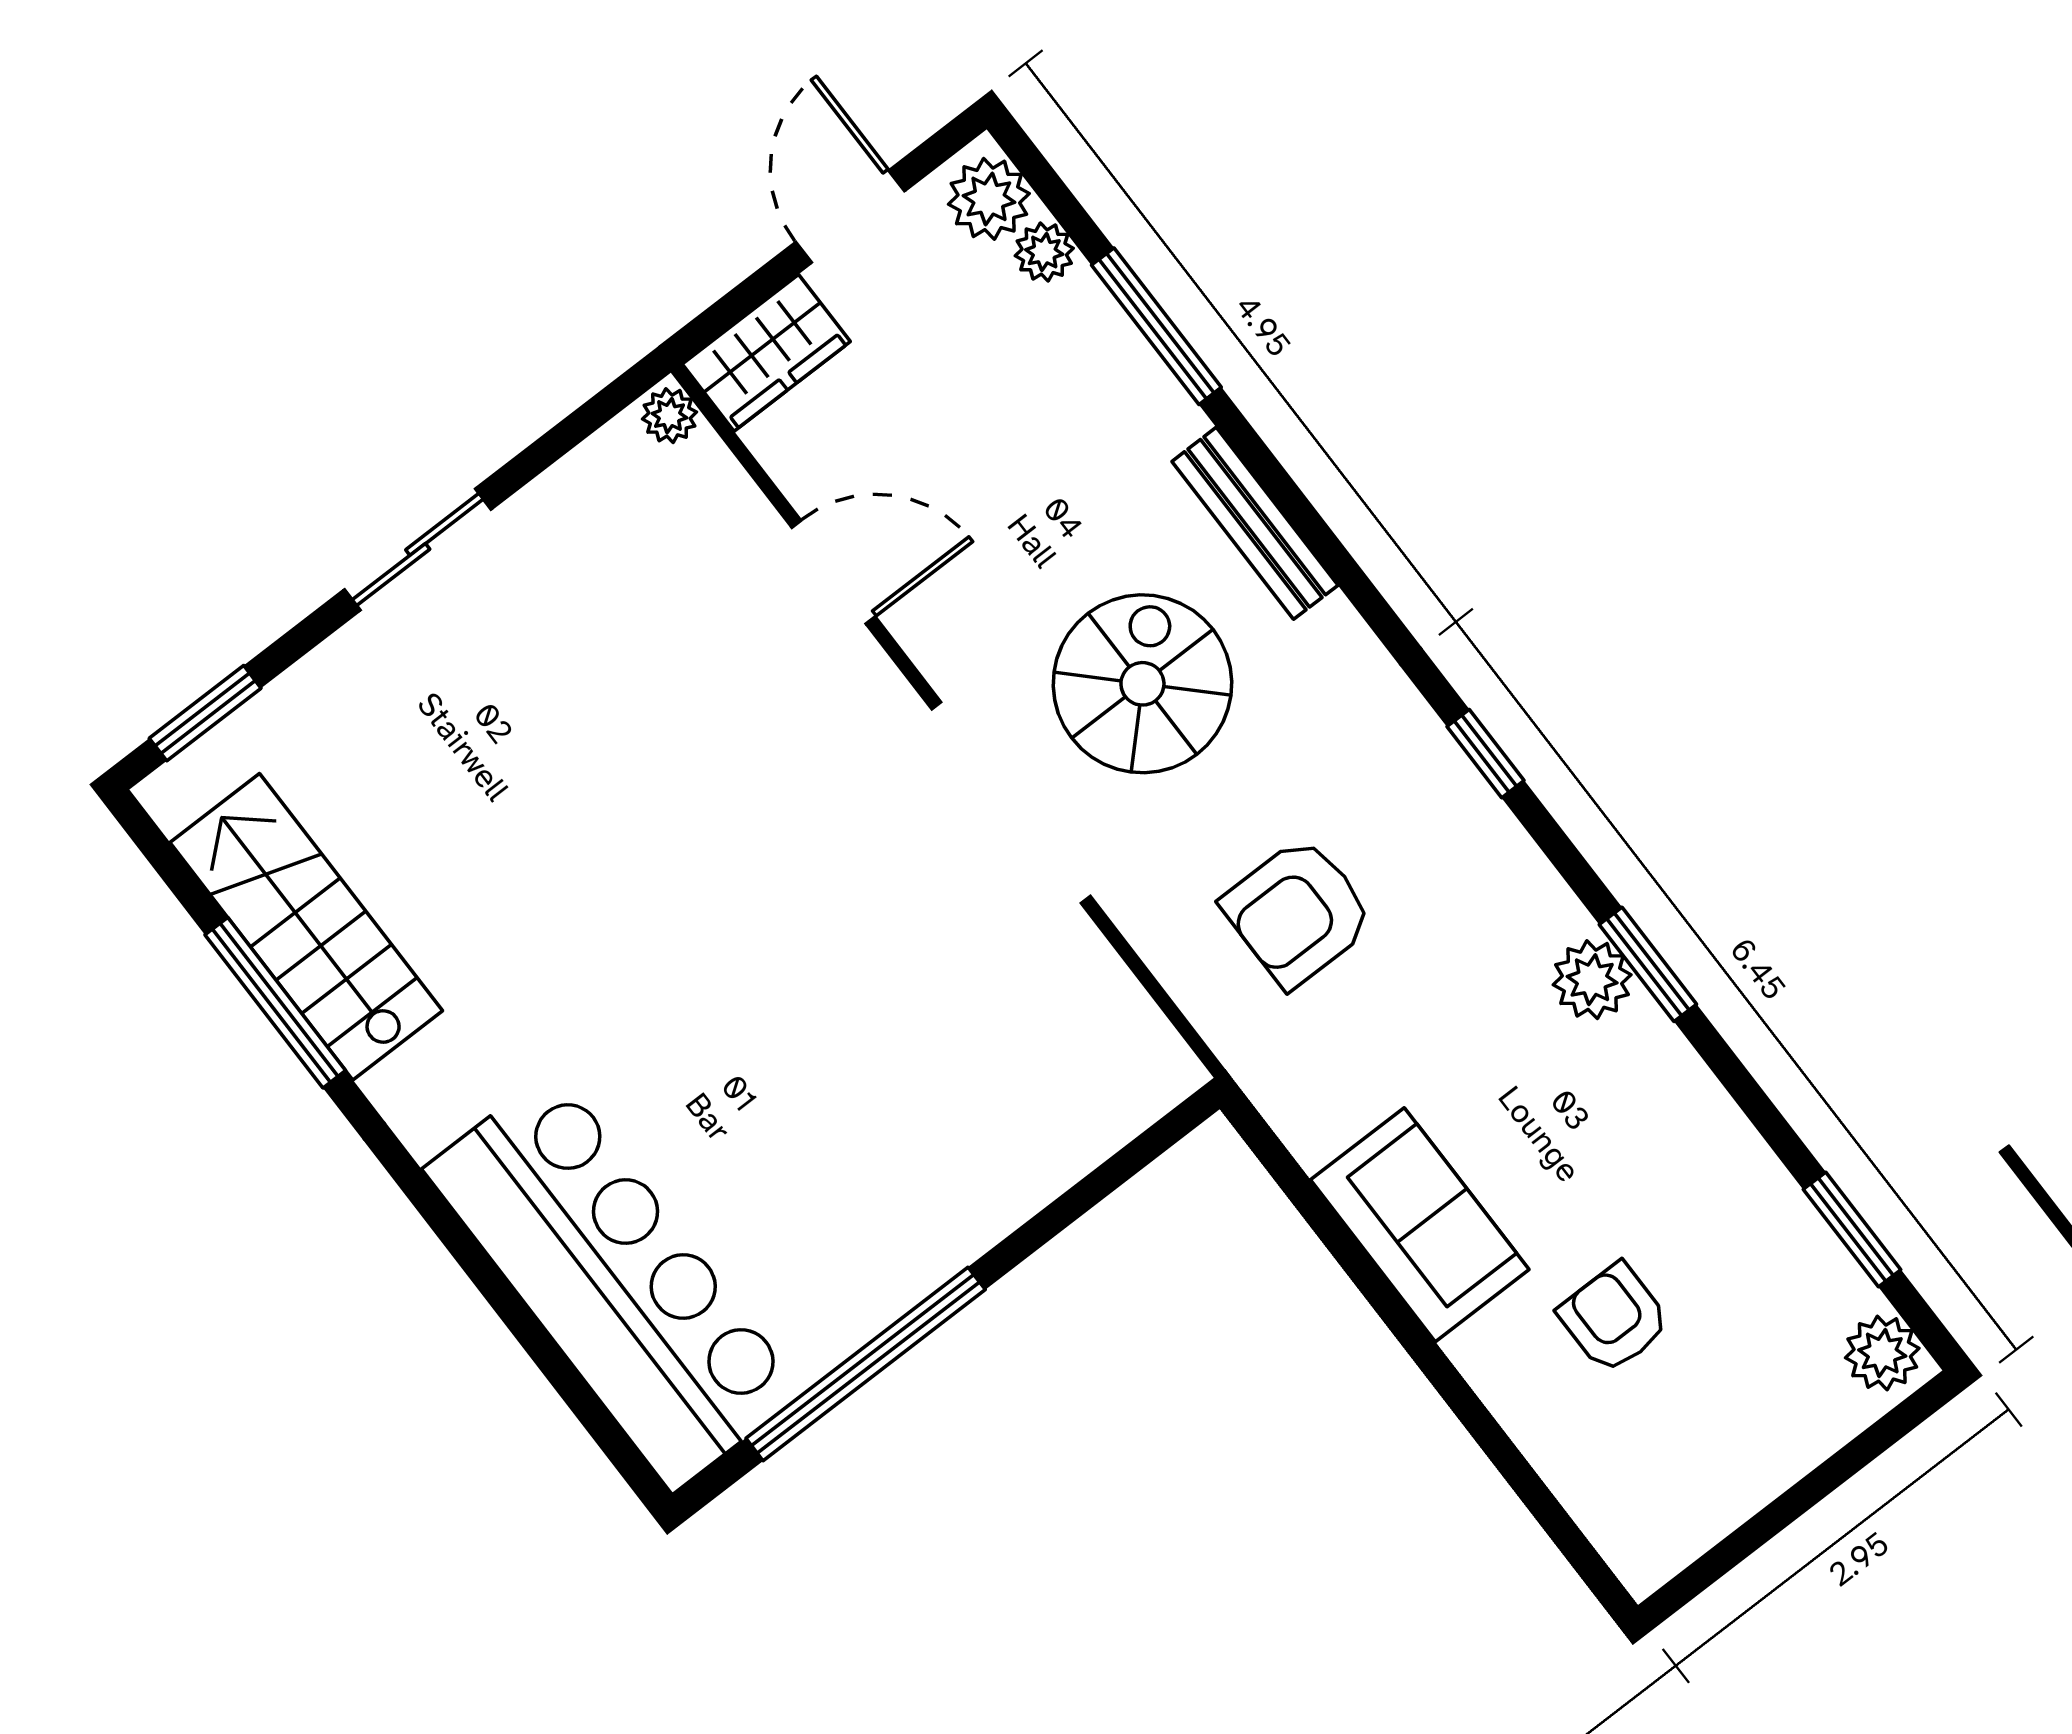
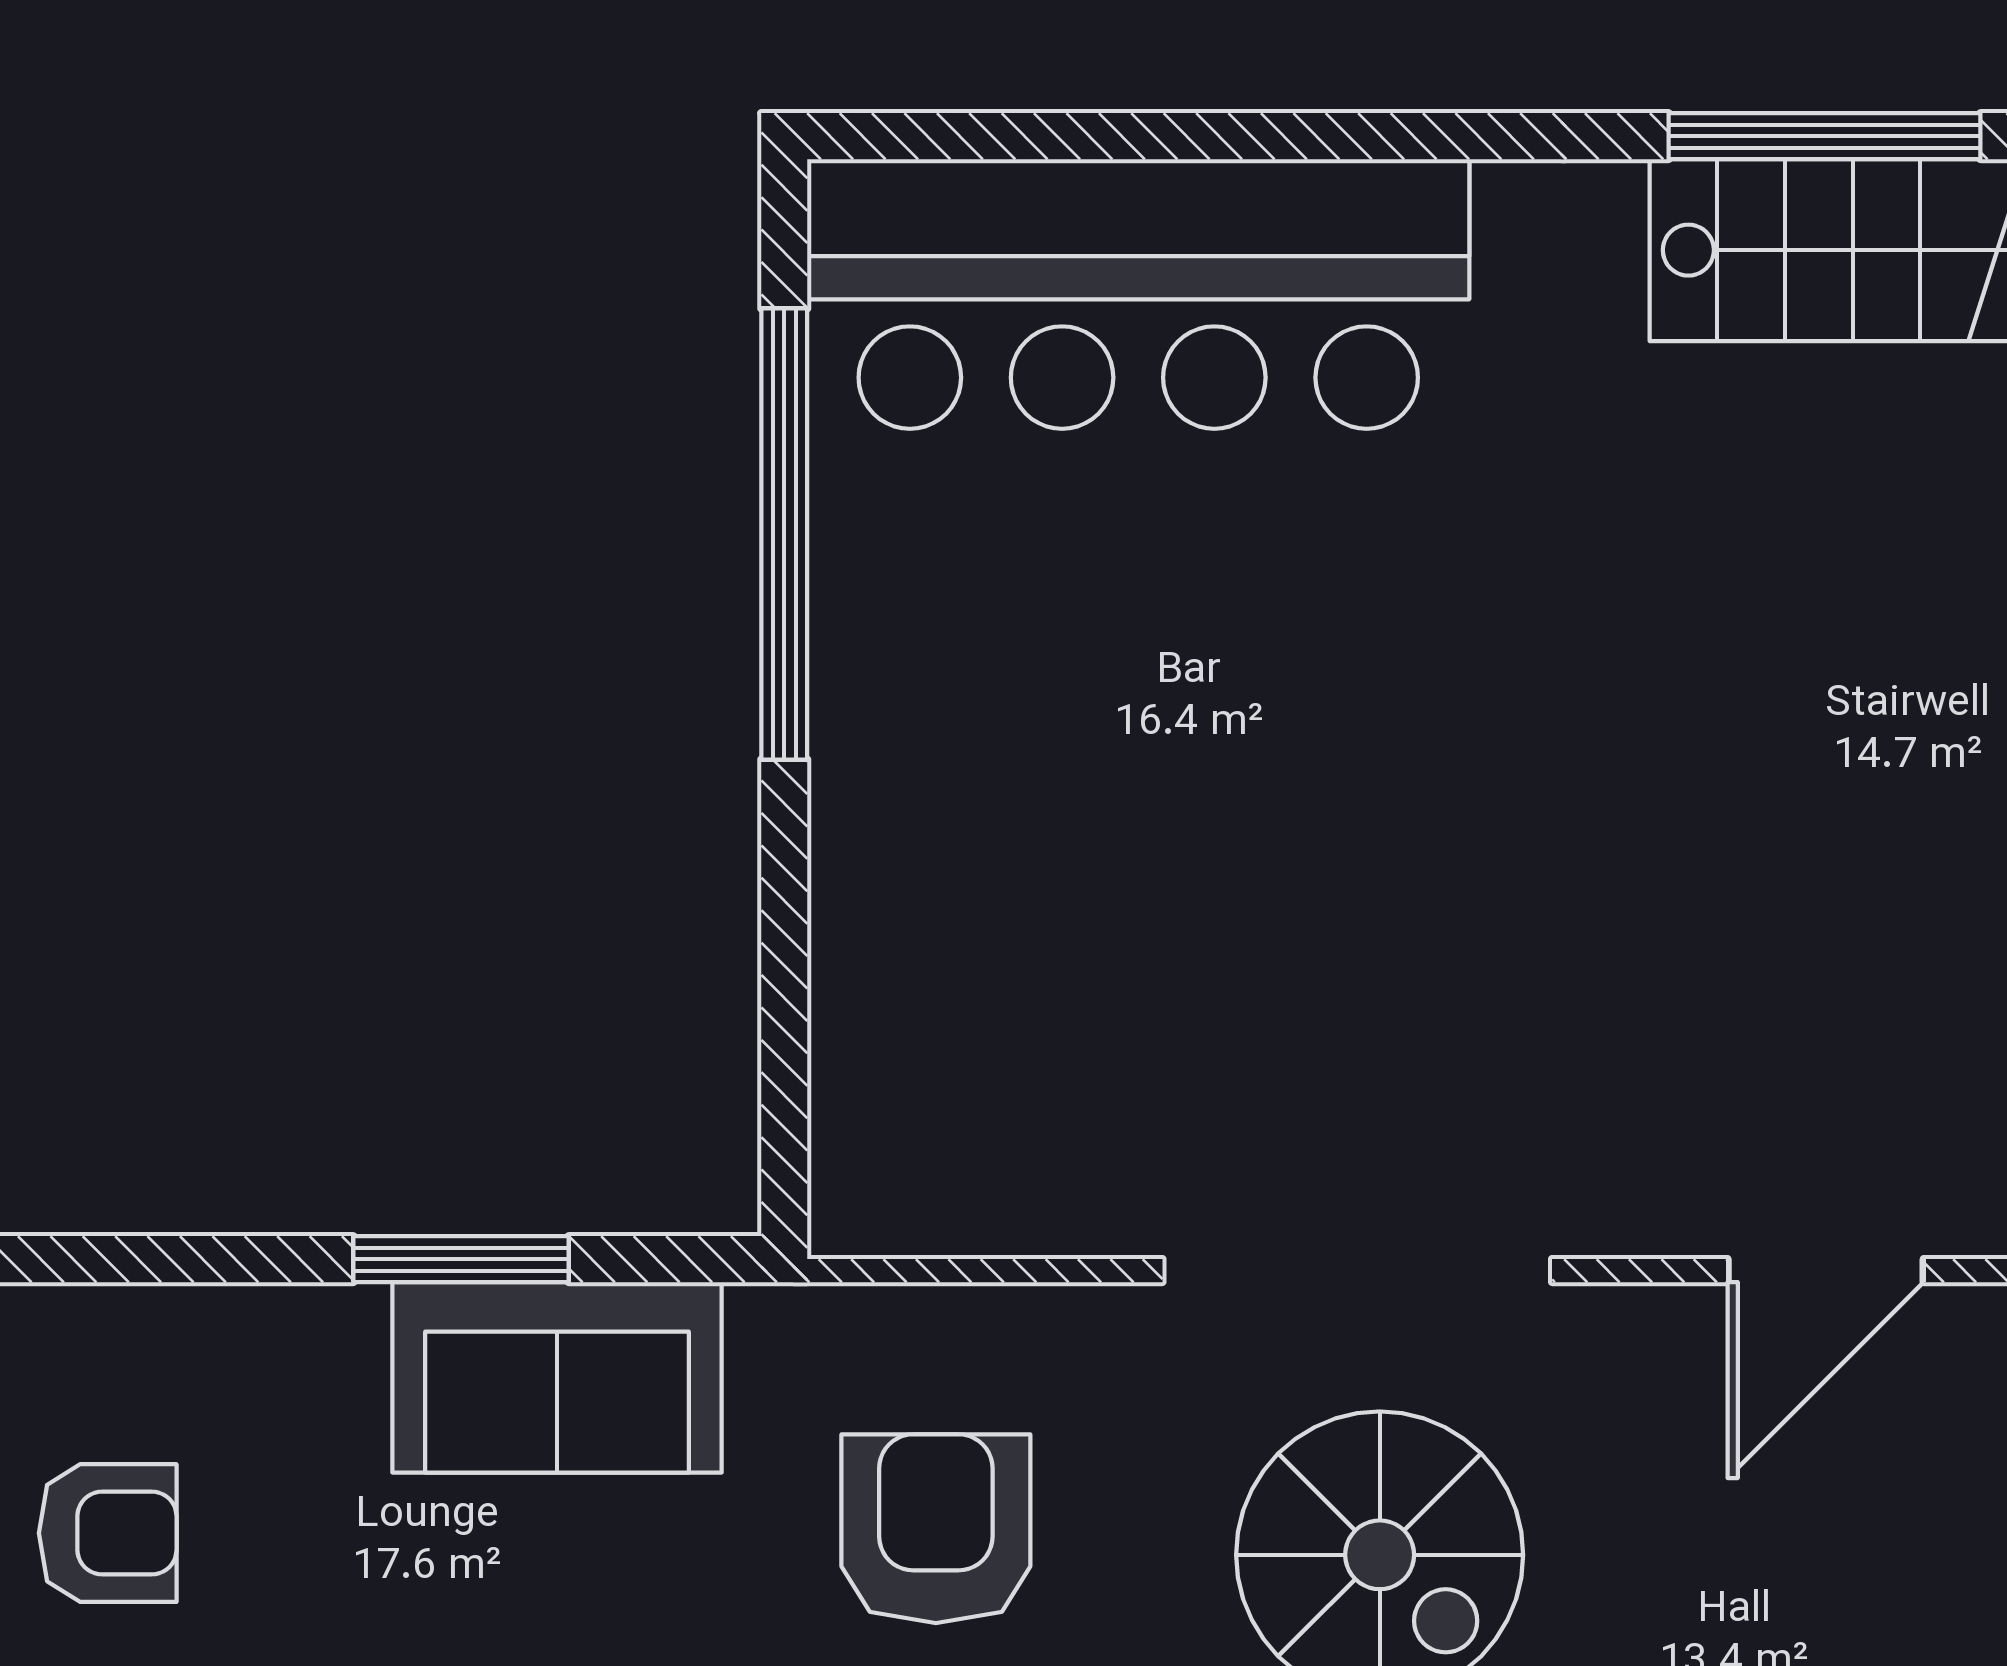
sofa: (1420, 1225) -> (557, 1377), moved
window: (1345, 1248) -> (461, 1259), added

